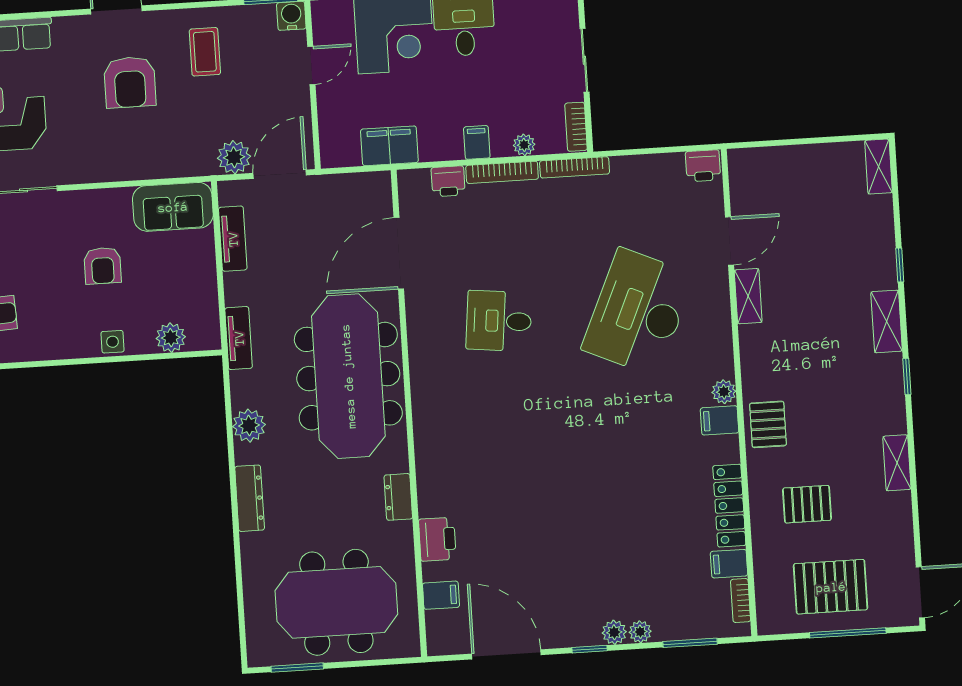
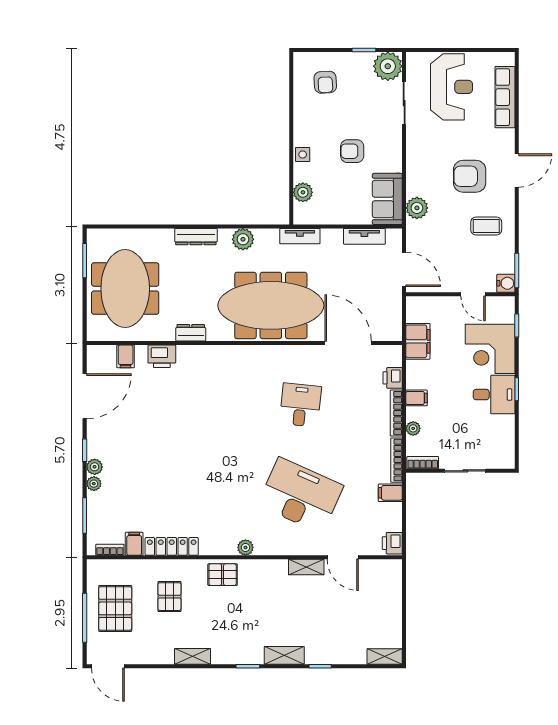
plant: (234, 157) -> (417, 208), moved
filing cabinet: (720, 420) -> (390, 493), moved, turned -90

